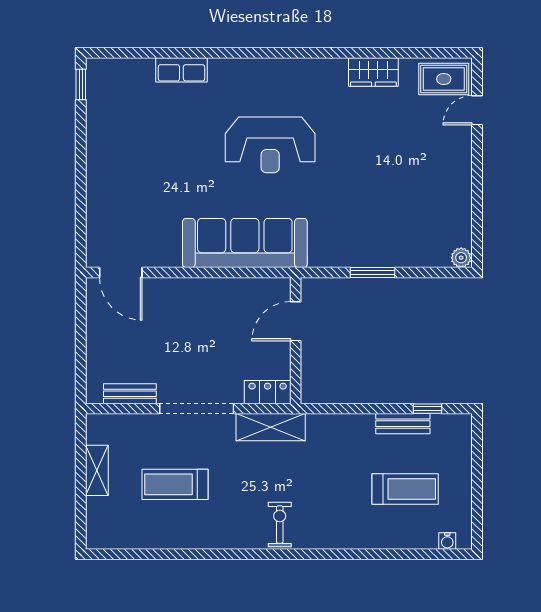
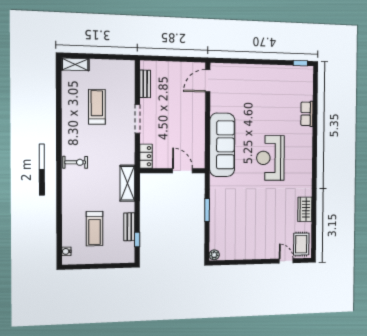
doorway: (197, 409) -> (137, 119), width x0.73
shelving: (271, 427) -> (127, 183), moved
shelving: (97, 470) -> (75, 64), moved

